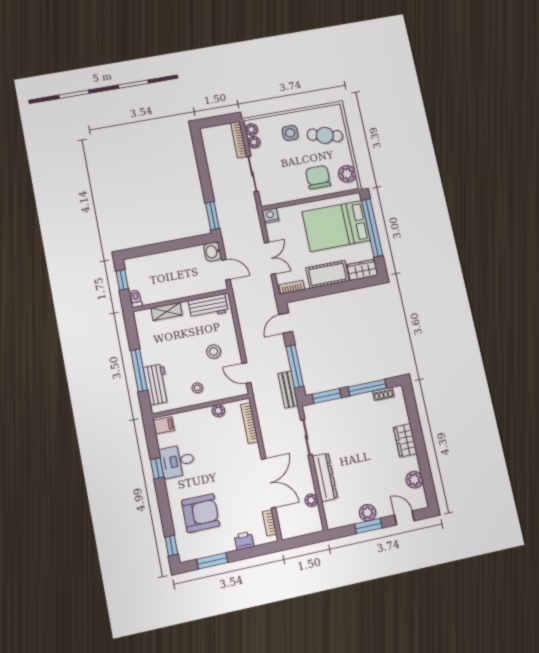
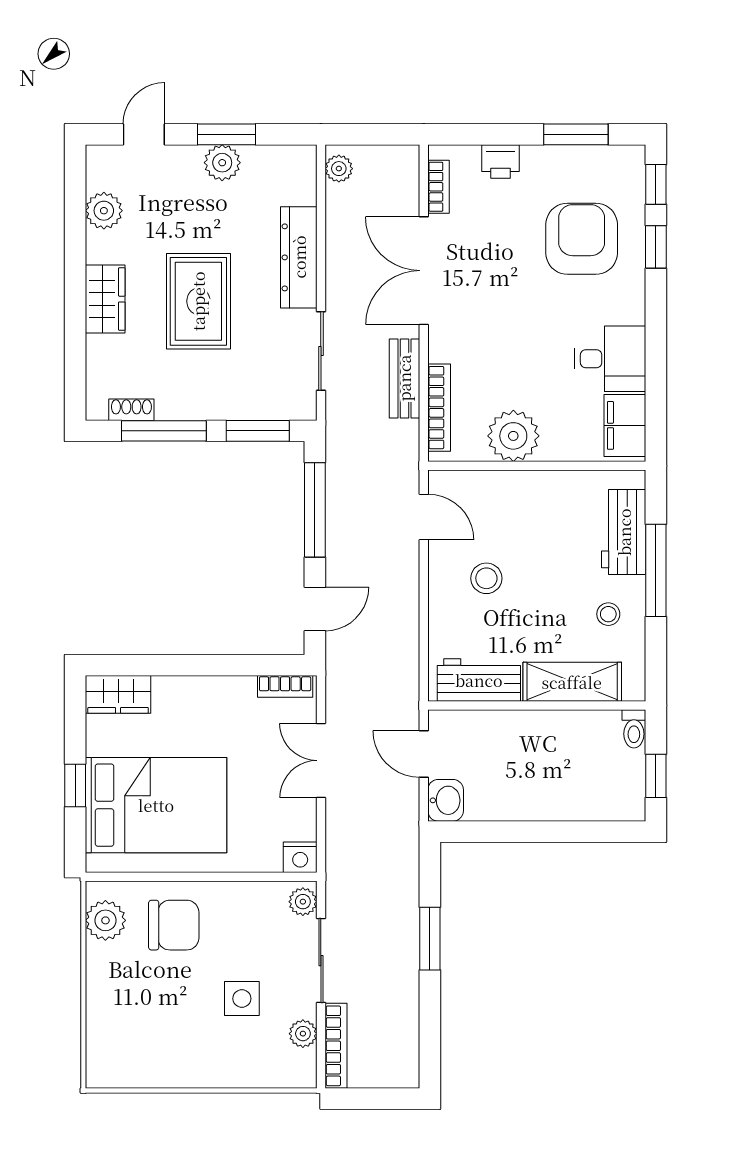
plant: (251, 129) -> (303, 902), moved
side table: (290, 133) -> (242, 999), moved
cafe table: (325, 135) -> (137, 1020), removed
chair: (318, 177) -> (174, 925), turned -90
window: (212, 216) -> (430, 939), moved
window: (372, 228) -> (75, 785), width x0.32
cot: (327, 274) -> (199, 700), removed
shelving: (167, 312) -> (572, 682), width x1.50, depth x1.33
stool: (197, 388) -> (608, 614), moved
bench: (288, 390) -> (404, 378), moved
plant: (218, 411) -> (513, 436), width x1.87, depth x1.87
filing cabinet: (164, 425) -> (625, 425), width x2.00
rug: (365, 448) -> (198, 301), added
window: (157, 468) -> (656, 247), moved
plant: (311, 500) -> (339, 169), moved
armchair: (201, 513) -> (582, 239), turned 90
door: (404, 518) -> (144, 134), swing flipped

